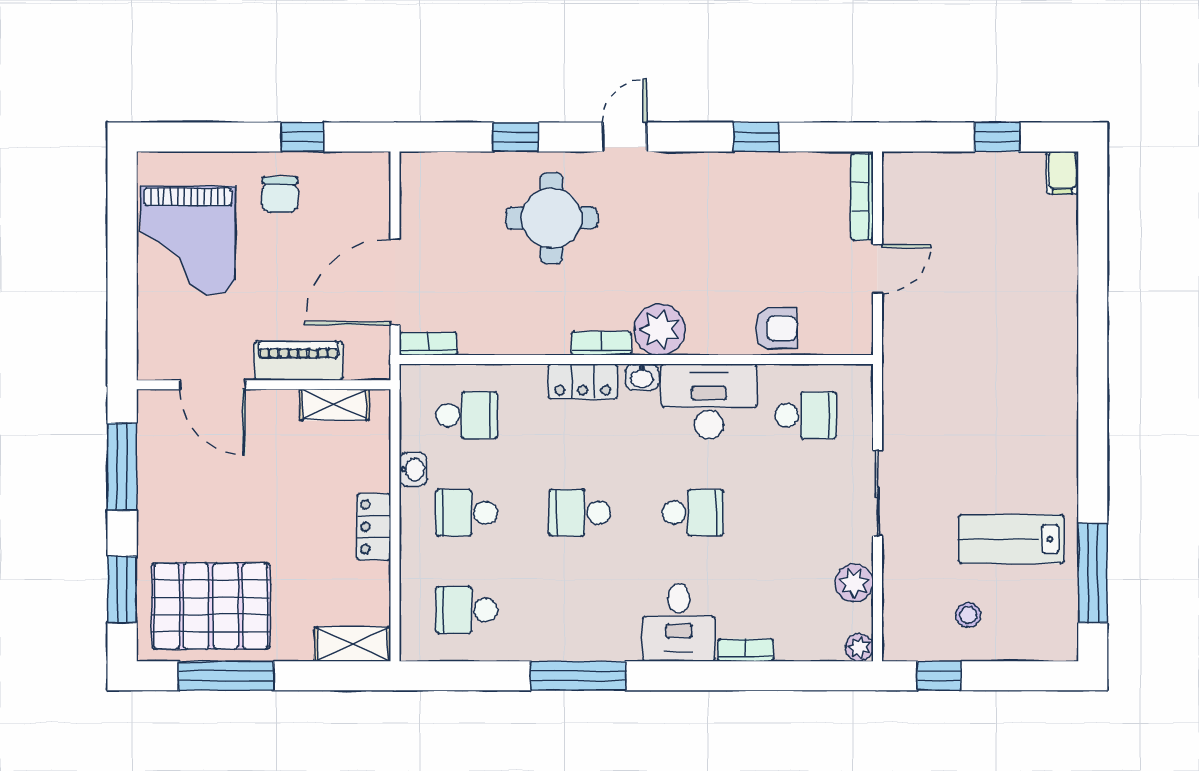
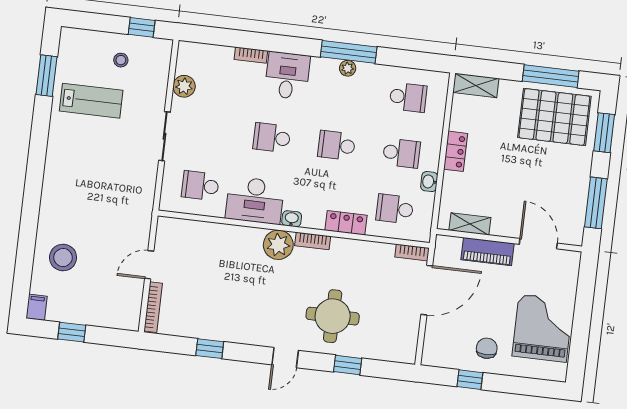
stool: (1027, 264) -> (63, 258), added
armchair: (776, 328) -> (211, 238), removed
locker: (583, 381) -> (346, 223), moved
school desk: (580, 513) -> (337, 145), turned 180
window: (1093, 573) -> (47, 76), width x0.69
plant: (859, 647) -> (348, 68), moved

